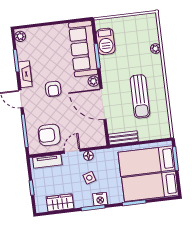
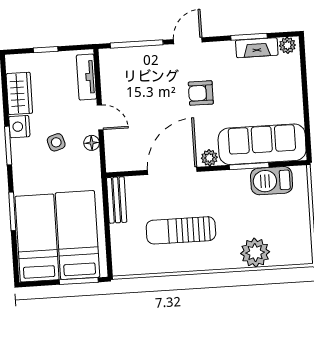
plant: (156, 49) -> (255, 253), width x1.88, depth x1.88
fireplace: (25, 74) -> (257, 48), moved
armchair: (49, 135) -> (128, 83), removed
nightstand: (100, 199) -> (19, 127), moved

